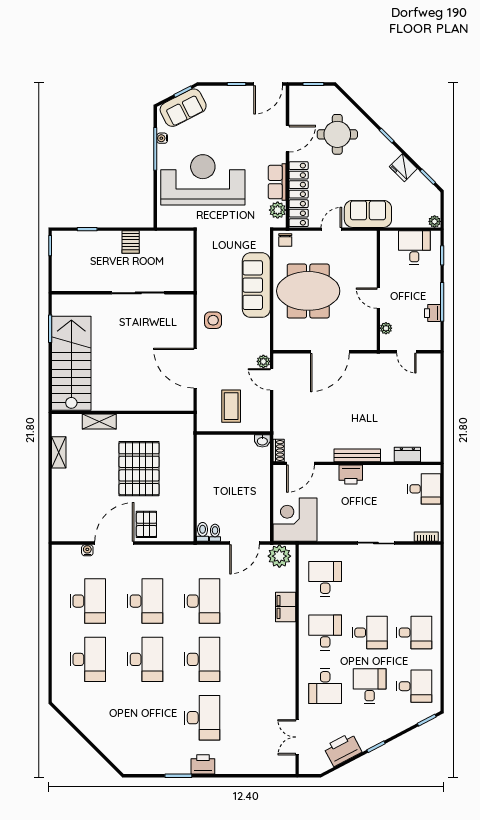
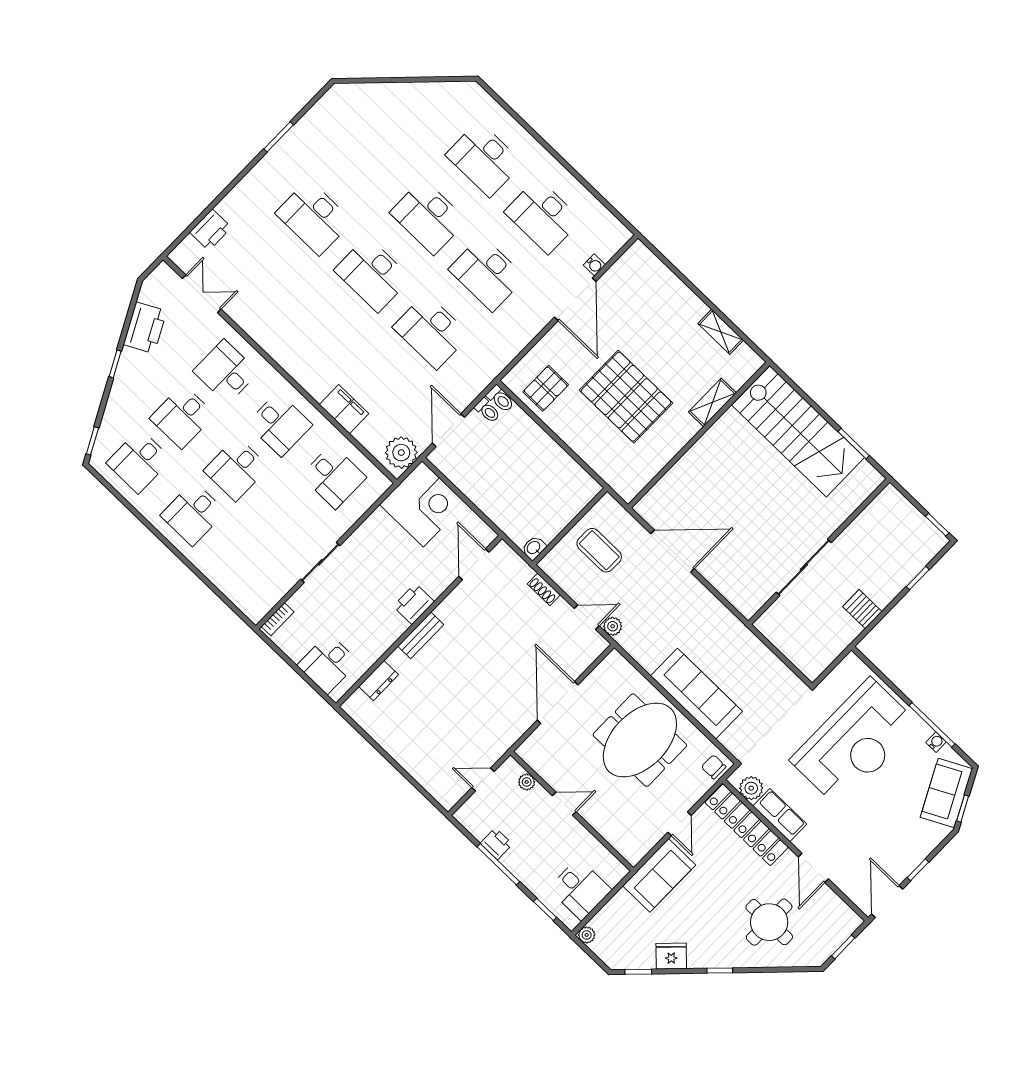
side table: (213, 320) -> (703, 616), removed
shoe rack: (279, 450) -> (544, 589), moved
bench: (357, 455) -> (421, 635), width x0.73
pallet: (146, 524) -> (546, 388), moved, turned 90
desk: (370, 686) -> (182, 416), turned 90
printer: (203, 764) -> (211, 230), moved

